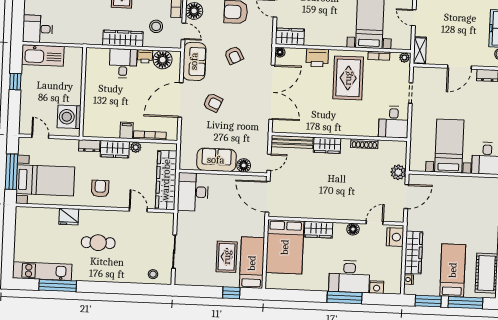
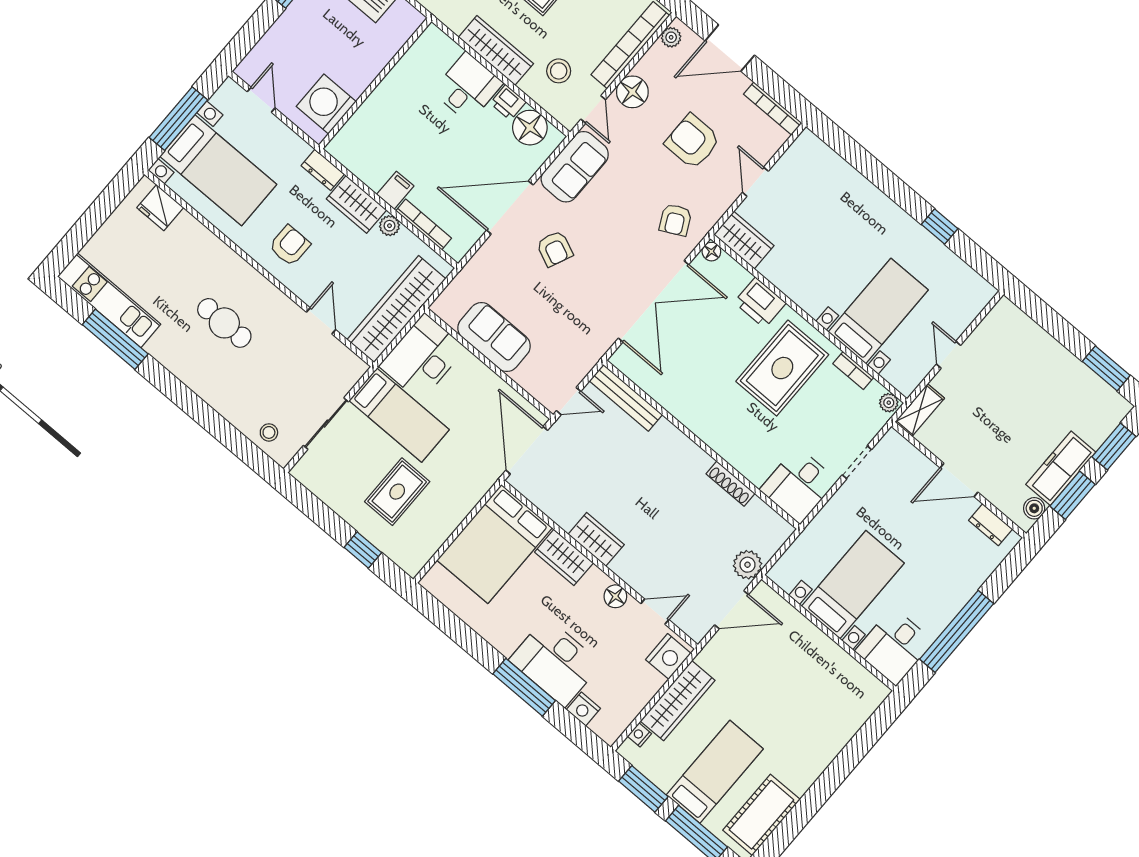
armchair: (234, 55) -> (675, 220), moved
wardrobe: (327, 145) -> (596, 539), moved, turned 180
floor lamp: (244, 165) -> (528, 377), removed
fridge: (69, 217) -> (160, 208), moved
bed: (252, 263) -> (399, 415), moved, turned 90

